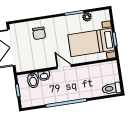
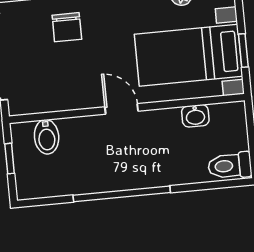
washbasin: (44, 76) -> (195, 116), moved

